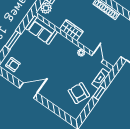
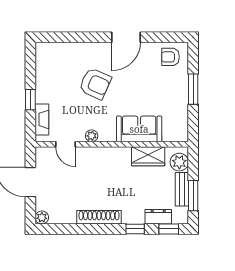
sofa: (42, 30) -> (139, 129), moved
wardrobe: (71, 30) -> (148, 156), moved
armchair: (79, 93) -> (95, 84), moved

